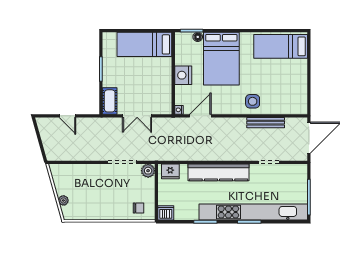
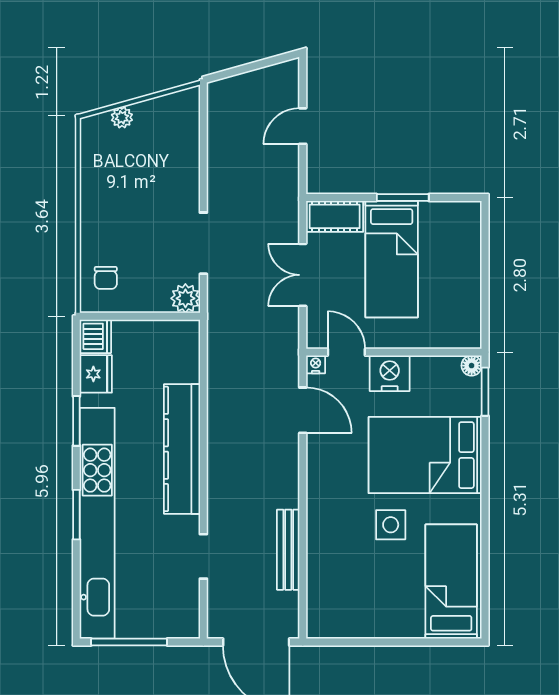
floor lamp: (198, 37) -> (472, 366), moved
bed: (144, 44) -> (392, 259), moved, turned 180
door: (173, 95) -> (346, 352), added
side table: (253, 101) -> (391, 525), moved
fridge: (170, 171) -> (96, 374), moved, turned 180

